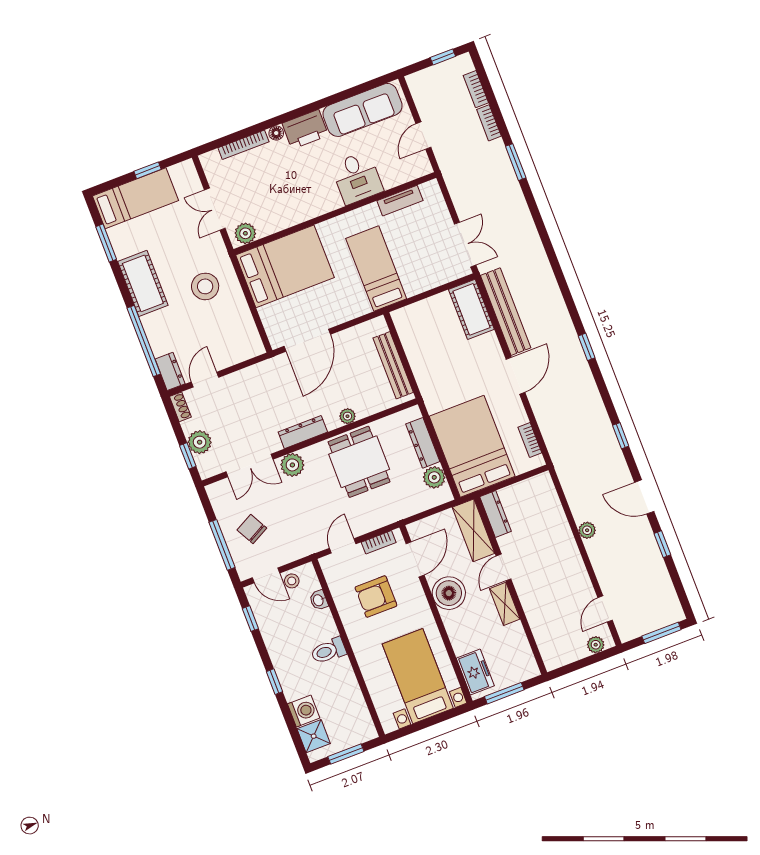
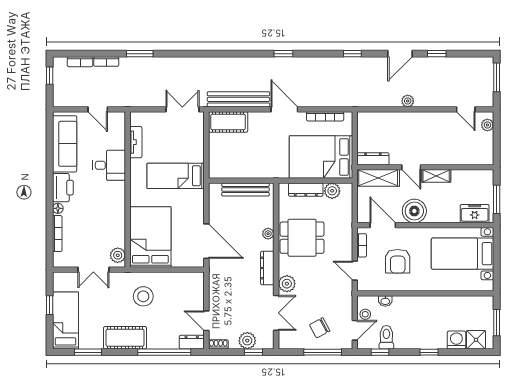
bookcase: (530, 440) -> (325, 116), width x1.56
toilet: (328, 651) -> (386, 337), moved, turned 180

